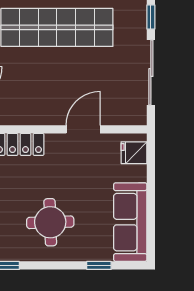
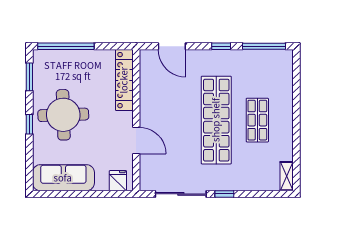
round table: (50, 222) -> (63, 115), width x1.36, depth x1.36
window: (99, 265) -> (29, 124), moved

